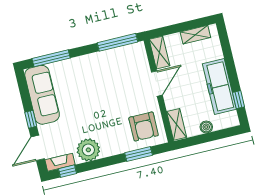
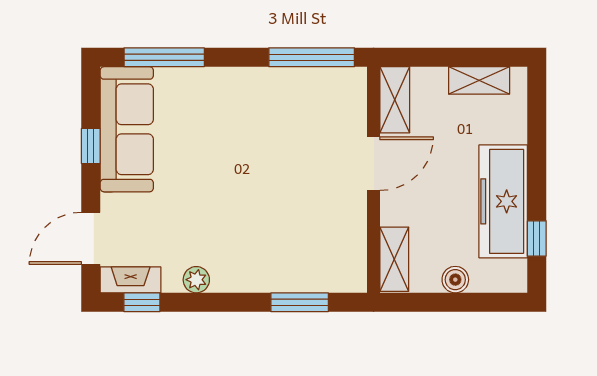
window: (31, 119) -> (91, 146), moved
armchair: (144, 126) -> (324, 247), removed
plant: (88, 150) -> (196, 280), width x0.53, depth x0.53

